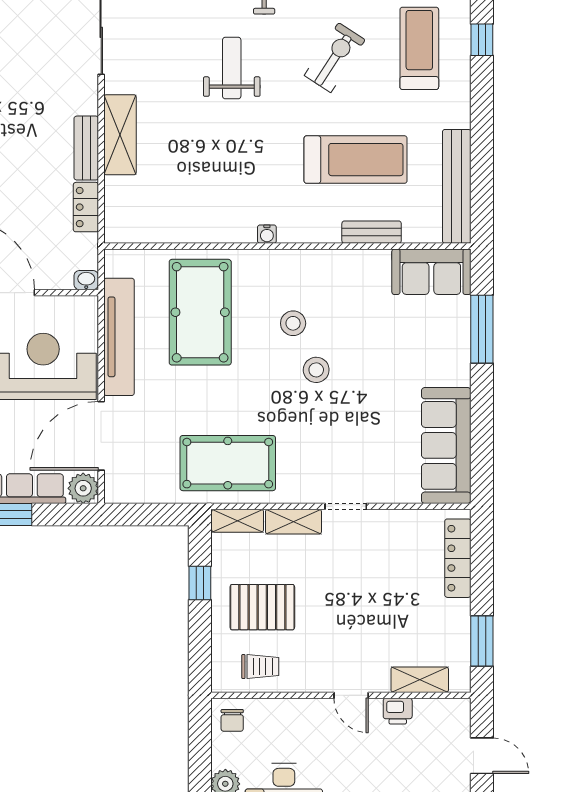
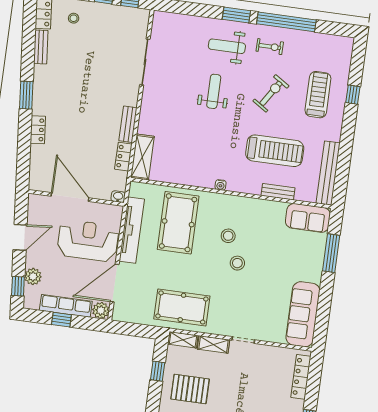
shelving: (120, 135) -> (142, 157), moved

